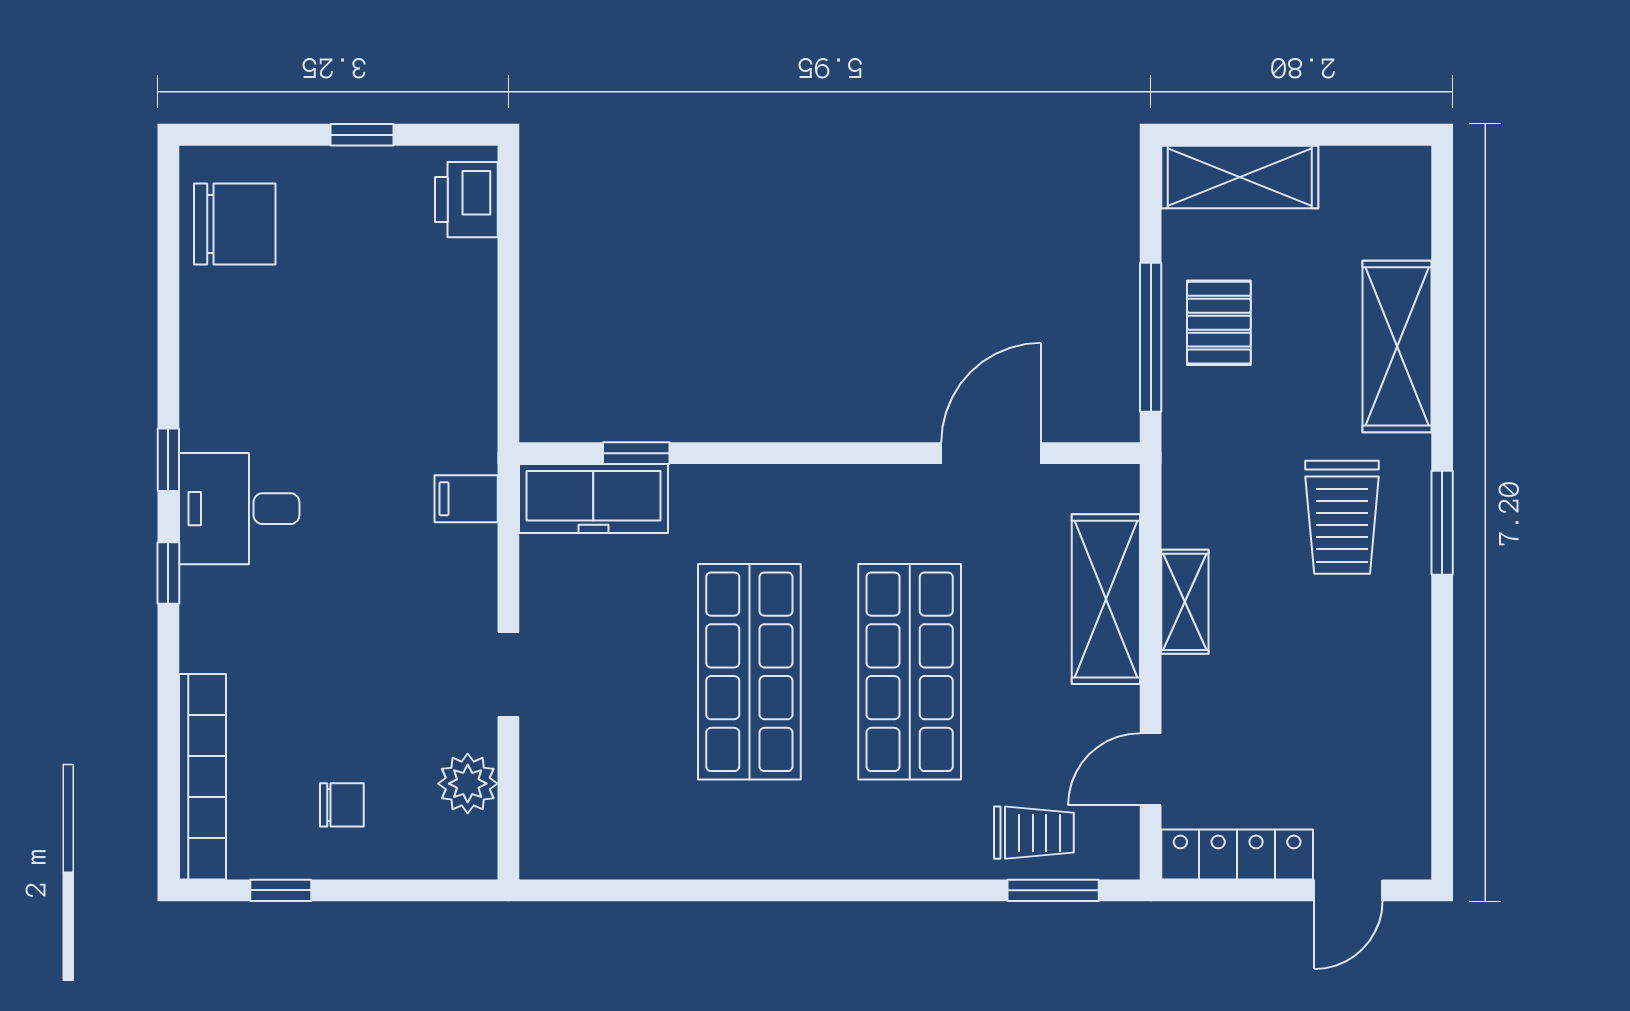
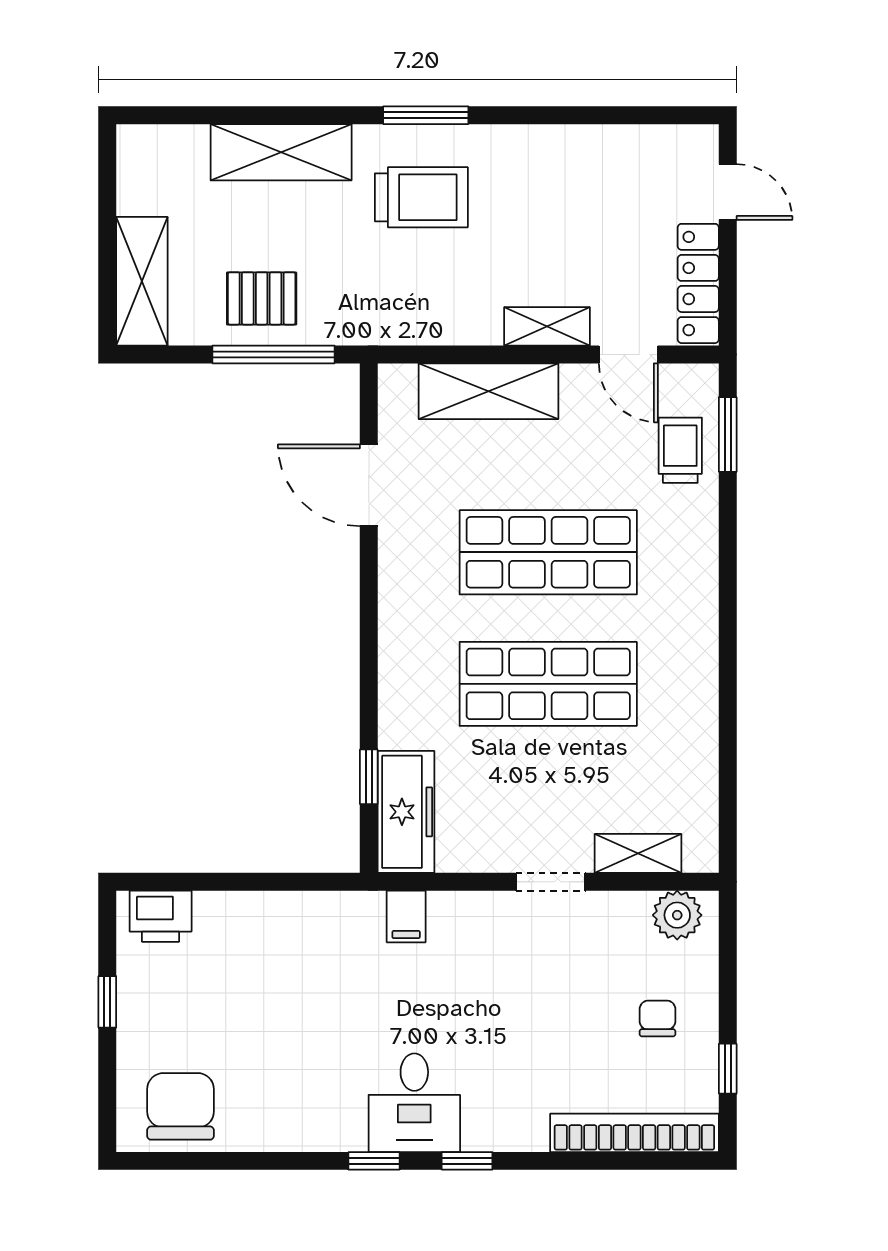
shelving: (1185, 602) -> (547, 326), moved
shelving: (543, 781) -> (638, 853), added
plant: (468, 784) -> (677, 915), moved

